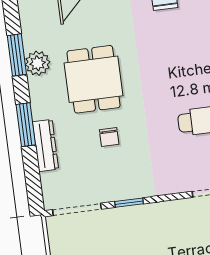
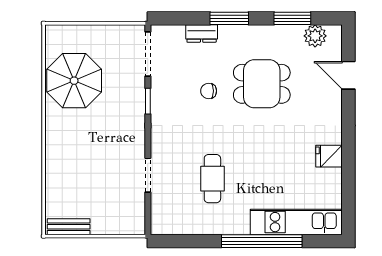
plant: (38, 63) -> (315, 36), moved
dresser: (45, 145) -> (202, 33), width x0.70

